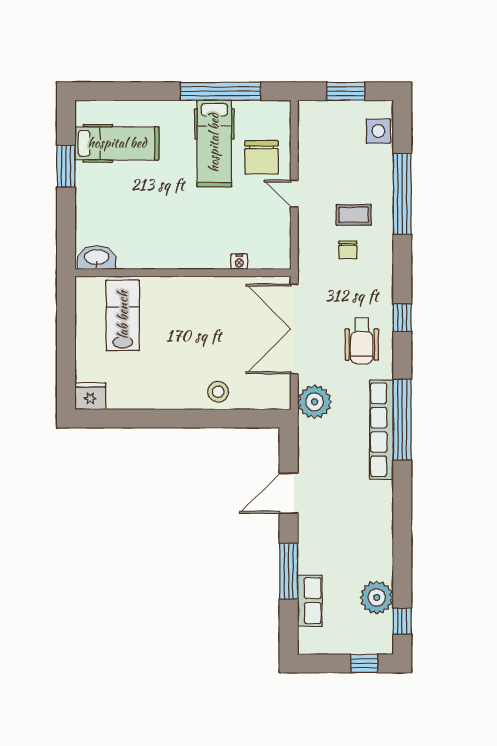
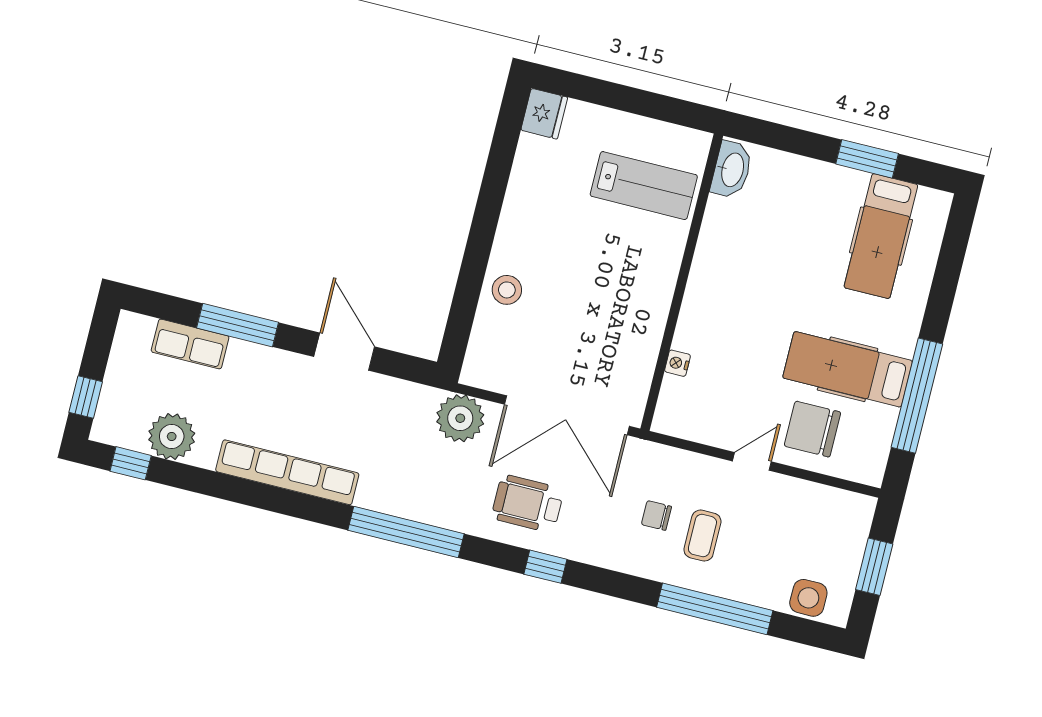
double door: (294, 329) -> (567, 415), swing flipped
row of seats: (381, 430) -> (287, 472), moved

